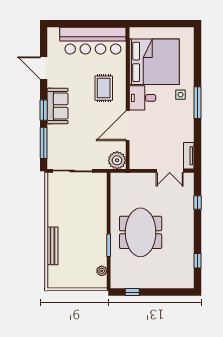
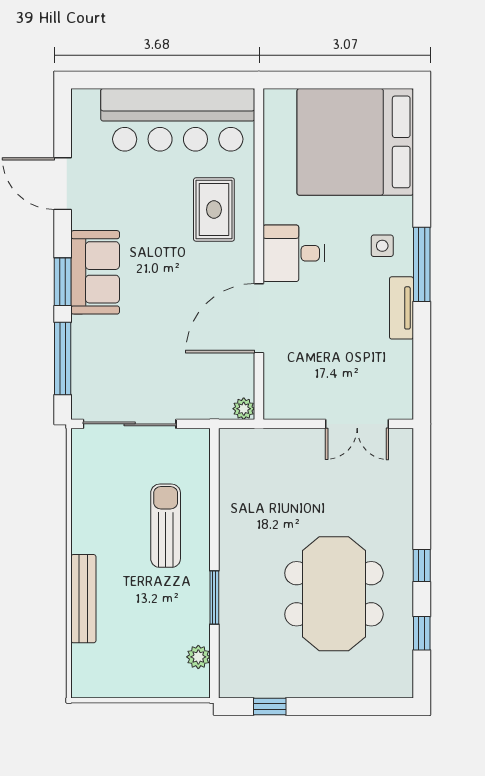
bed: (154, 62) -> (355, 142), moved, turned 180
rug: (104, 88) -> (214, 210), moved
tv unit: (189, 156) -> (401, 308), moved
plant: (117, 160) -> (244, 409), width x0.53, depth x0.53
window: (197, 202) -> (422, 565), moved
sun lounger: (88, 215) -> (166, 526), added
meeting table: (141, 232) -> (334, 594), moved

